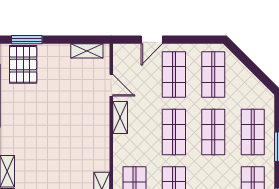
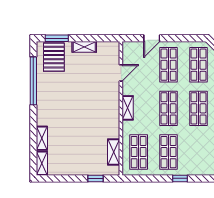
shelving: (87, 51) -> (84, 47), moved
door: (111, 85) -> (121, 73), hinge flipped
shelving: (120, 118) -> (128, 108), moved

